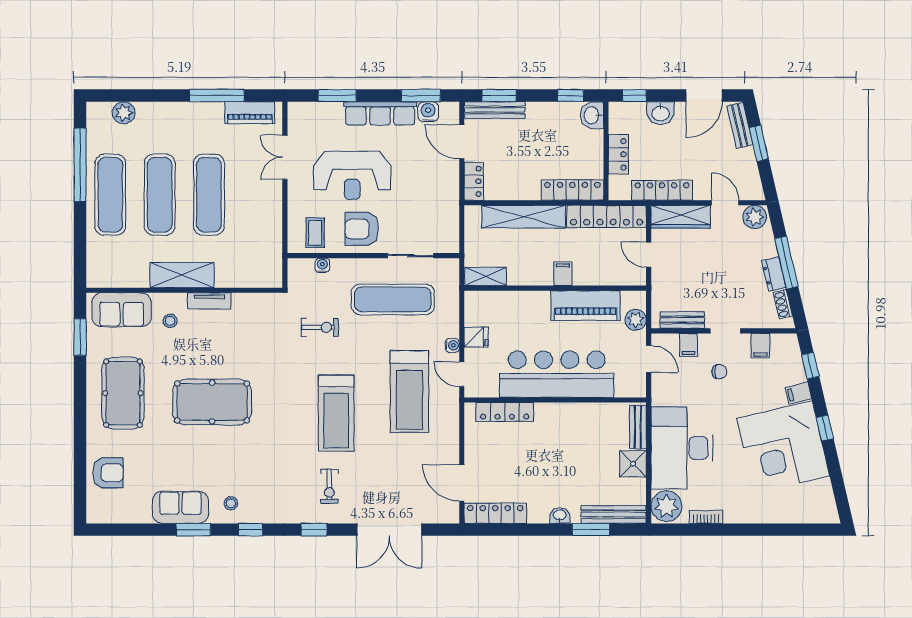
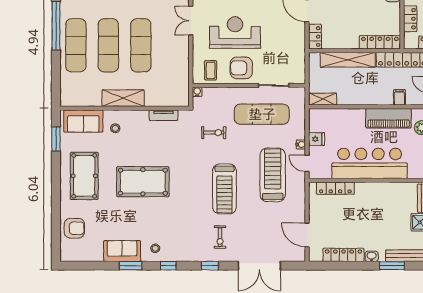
reception desk: (352, 175) -> (235, 33), turned 180
water cooler: (322, 265) -> (197, 92), moved
filing cabinet: (563, 274) -> (399, 97), moved
tv unit: (209, 301) -> (164, 115), moved
treadmill: (409, 392) -> (273, 175), turned 180
locker: (495, 513) -> (343, 255), moved

